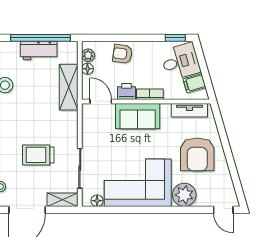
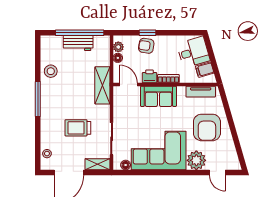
window: (175, 38) -> (148, 33), moved
shelving: (69, 87) -> (102, 85), moved
door: (223, 210) -> (217, 172), moved

